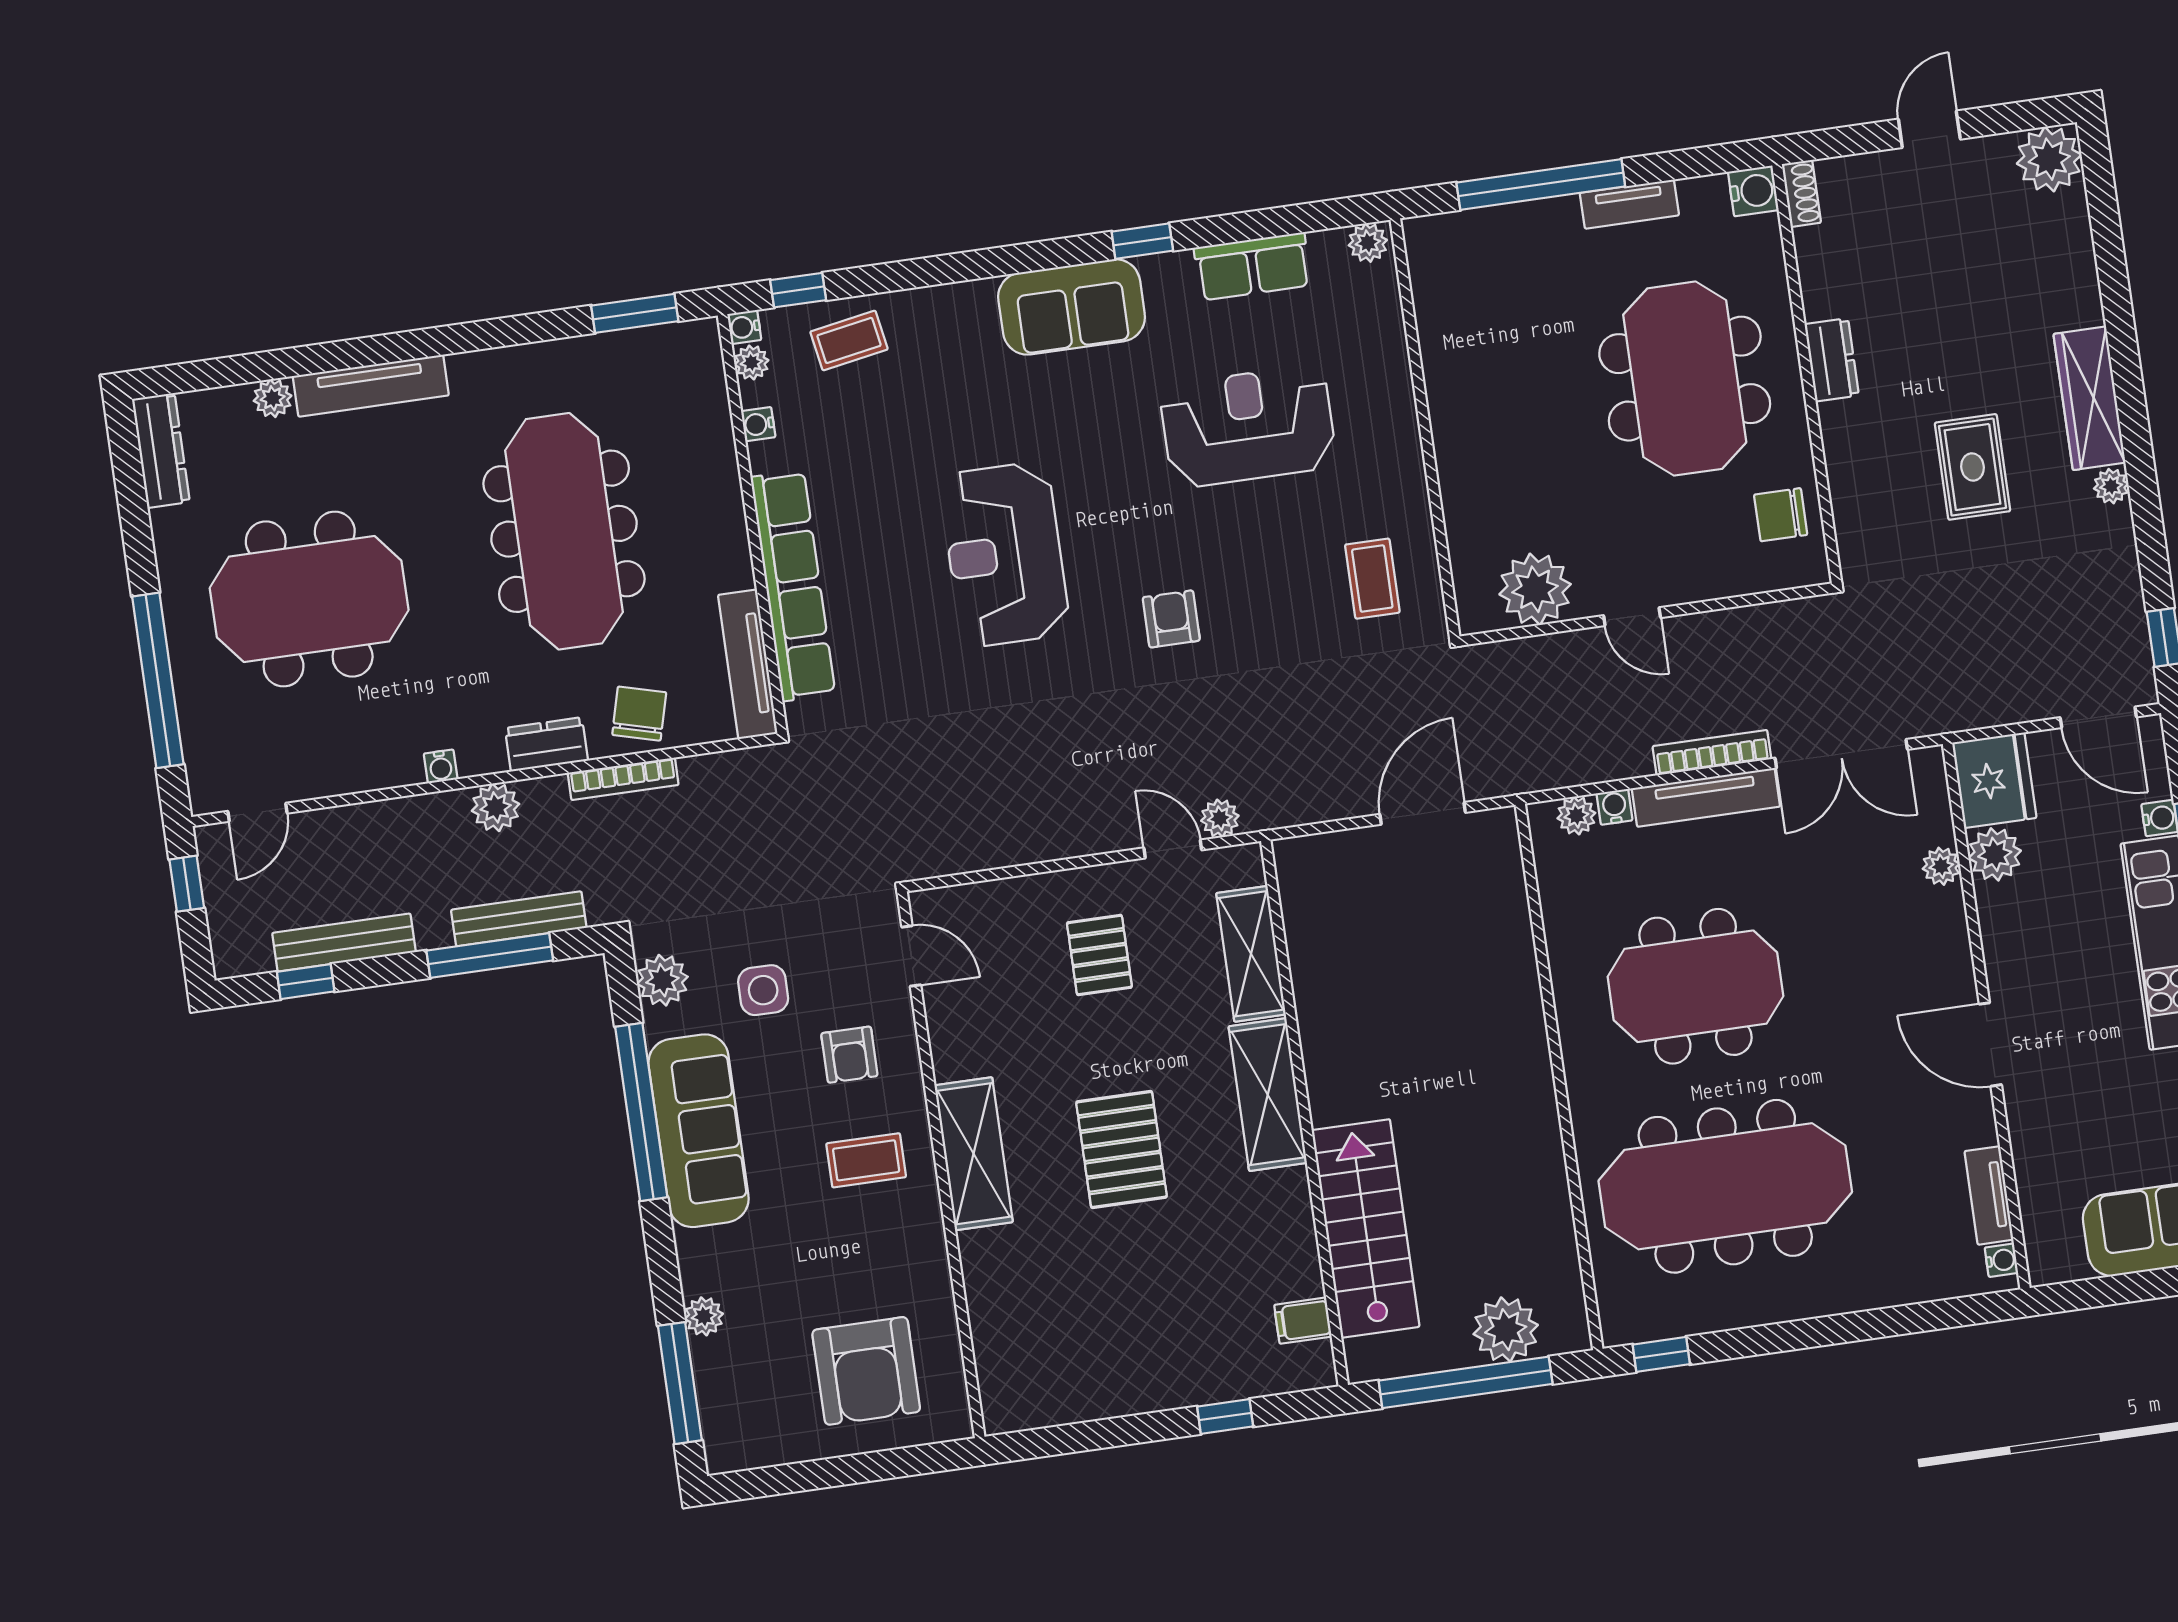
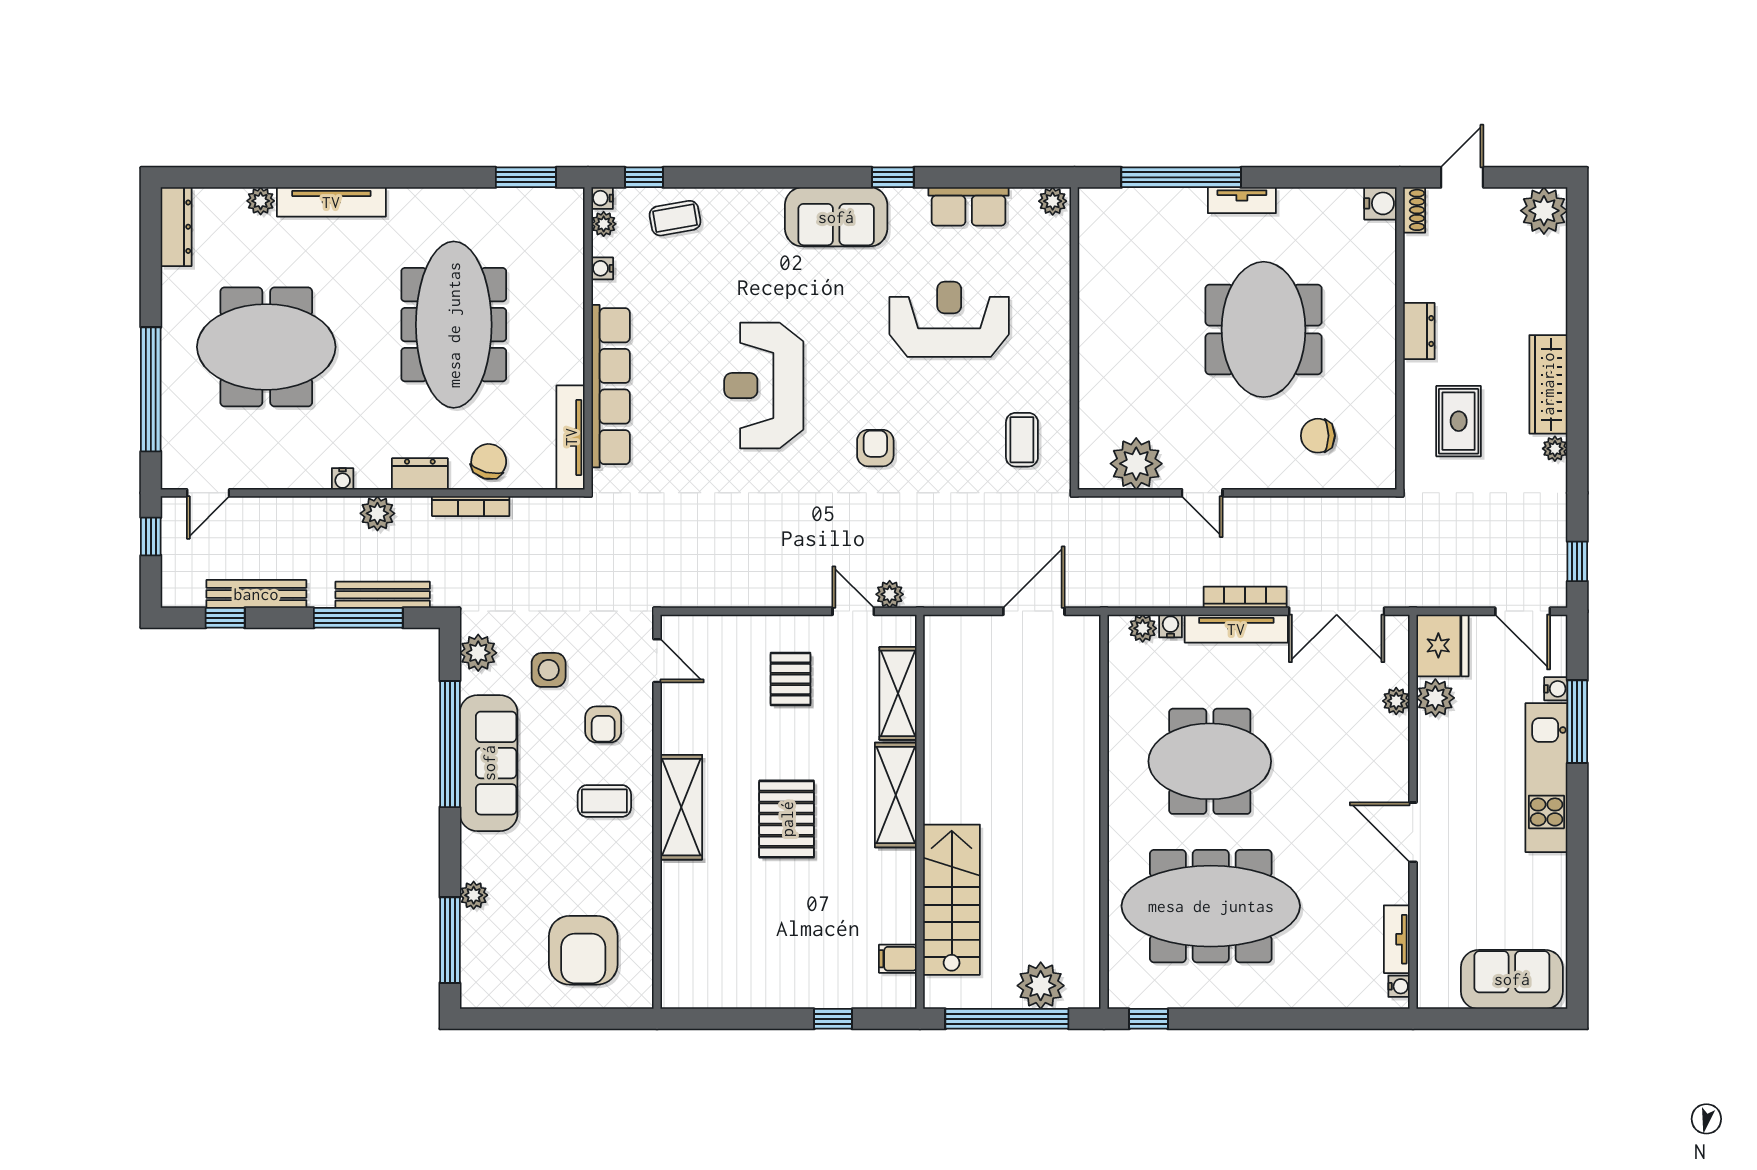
water cooler: (1753, 191) -> (1380, 203), moved
shoe rack: (1801, 193) -> (1414, 210), moved
dresser: (1832, 360) -> (1419, 331), moved
wall: (1807, 374) -> (1400, 338), moved

